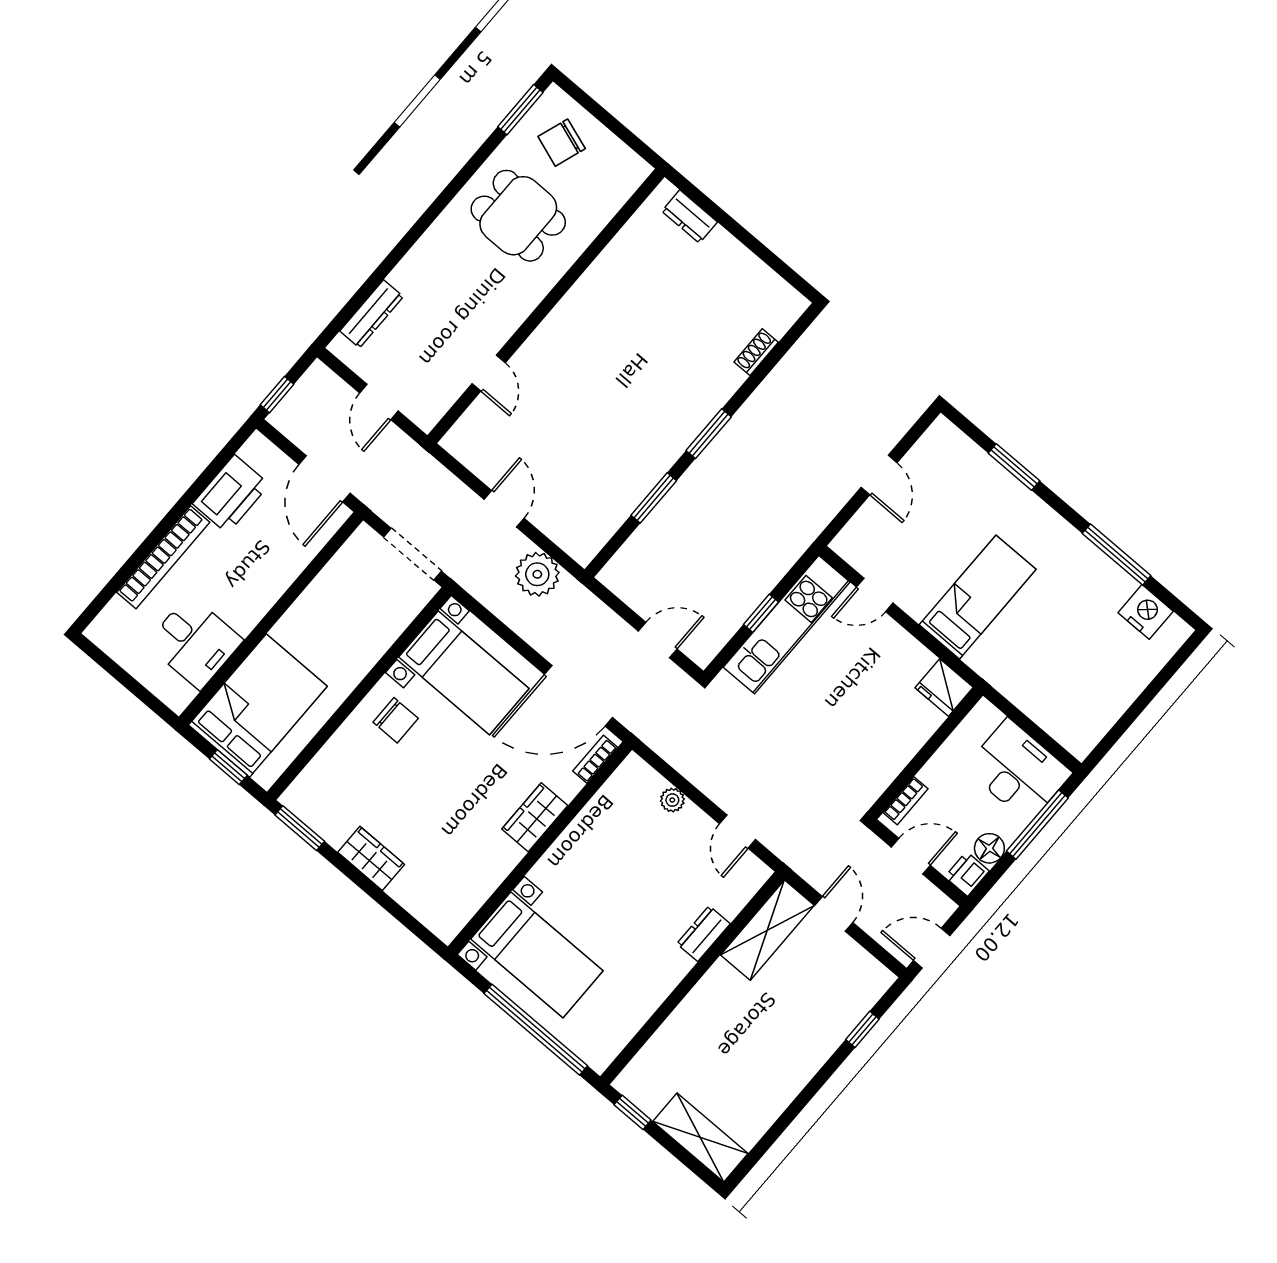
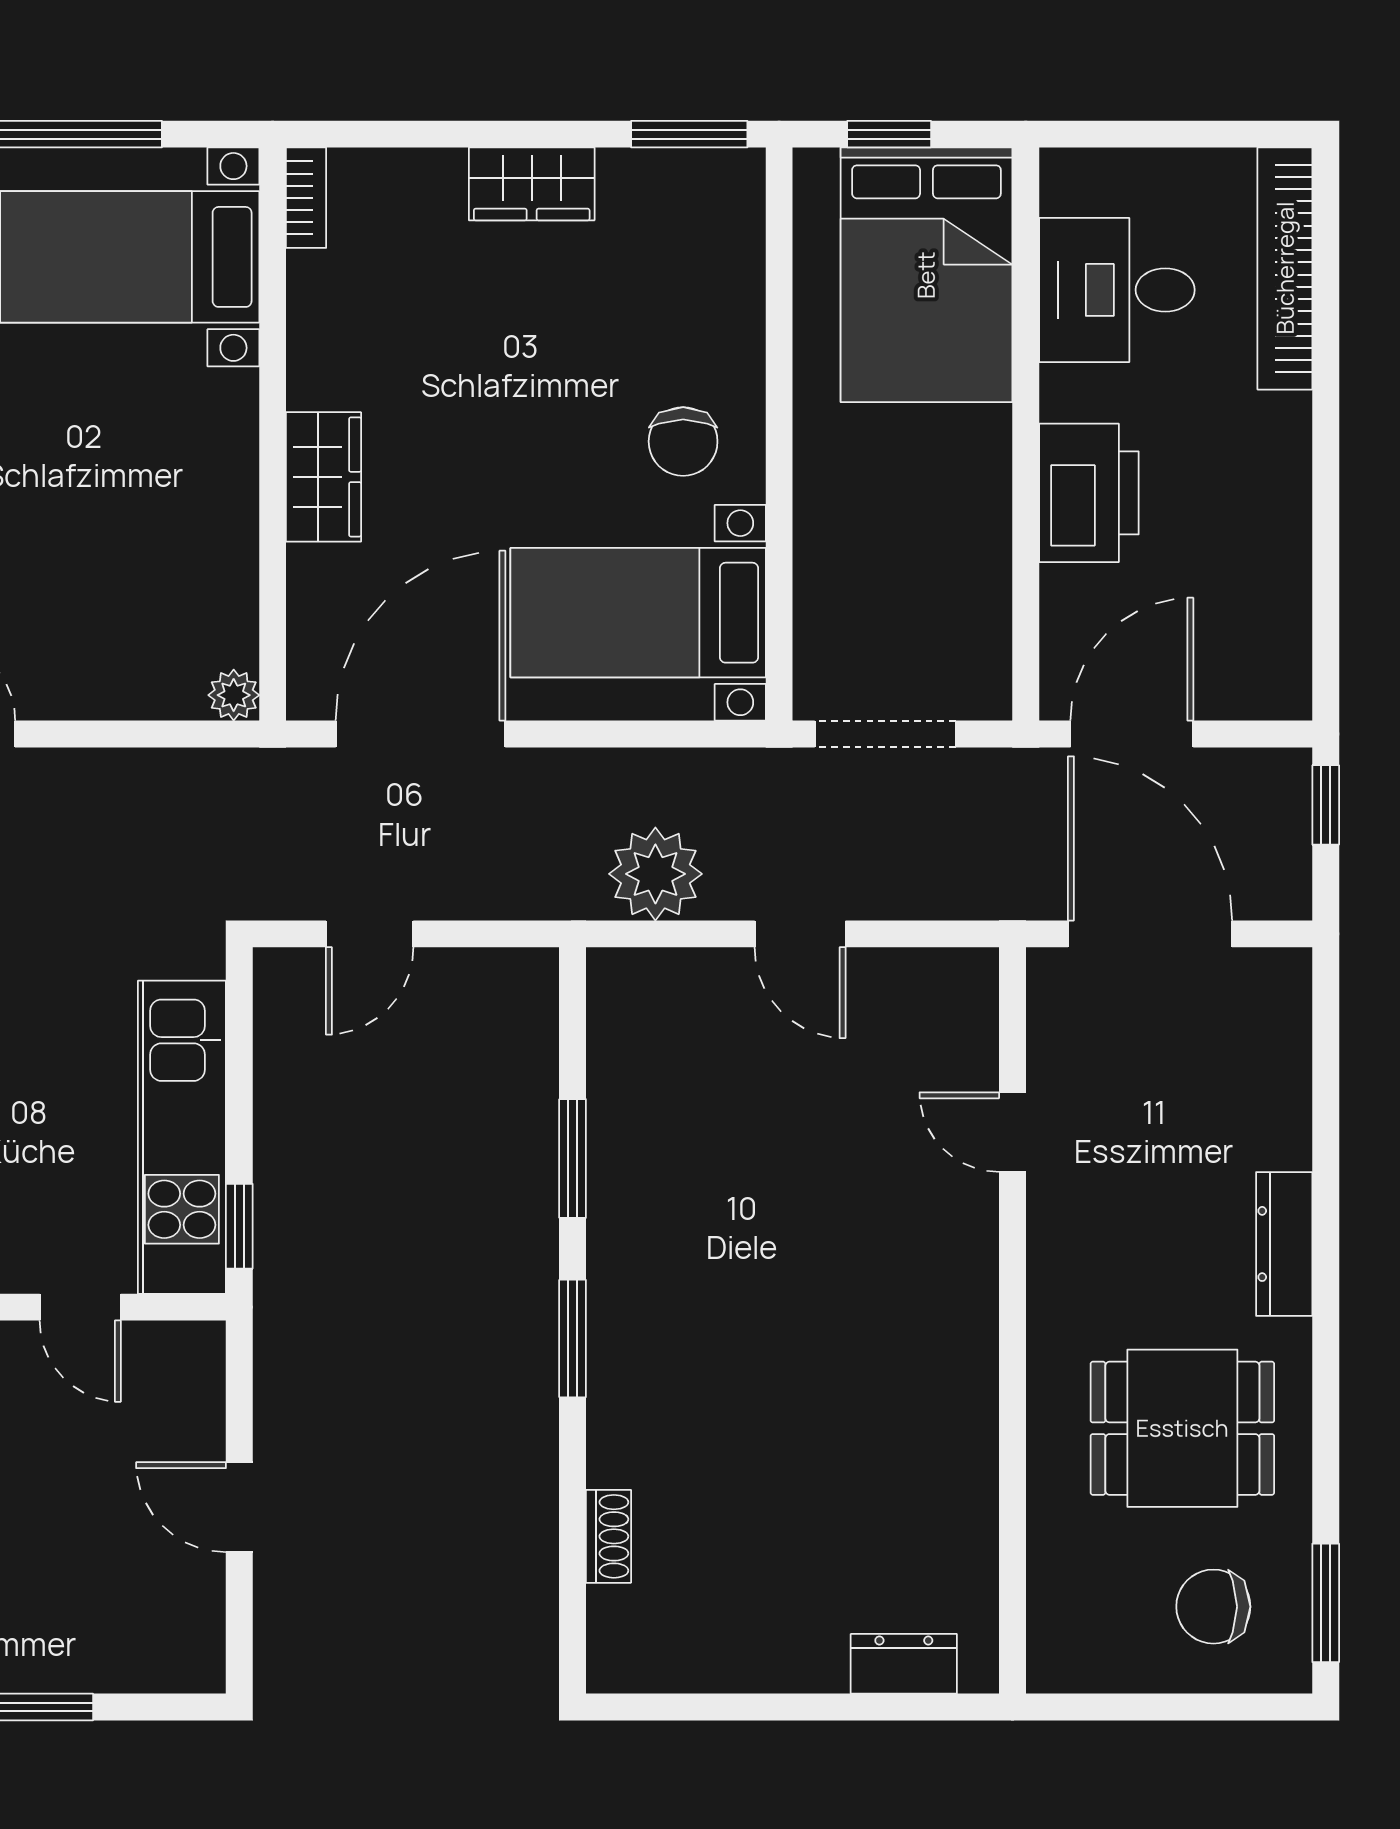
chair: (562, 143) -> (1213, 1607), turned -109
dresser: (372, 314) -> (1284, 1244), moved
door: (379, 402) -> (1150, 934), width x1.88
door: (325, 479) -> (1132, 734), hinge flipped
printer: (231, 494) -> (1089, 493), moved, turned 180
bookcase: (163, 557) -> (1285, 268), moved
door: (875, 595) -> (80, 1307), swing flipped
window: (761, 613) -> (239, 1226), moved
chair: (396, 720) -> (683, 441), turned -90
bookcase: (595, 759) -> (306, 198), moved
plant: (672, 800) -> (234, 695), moved

